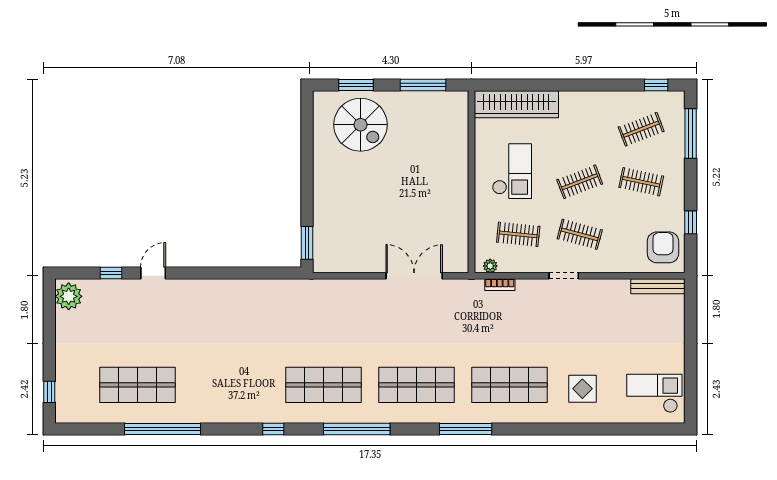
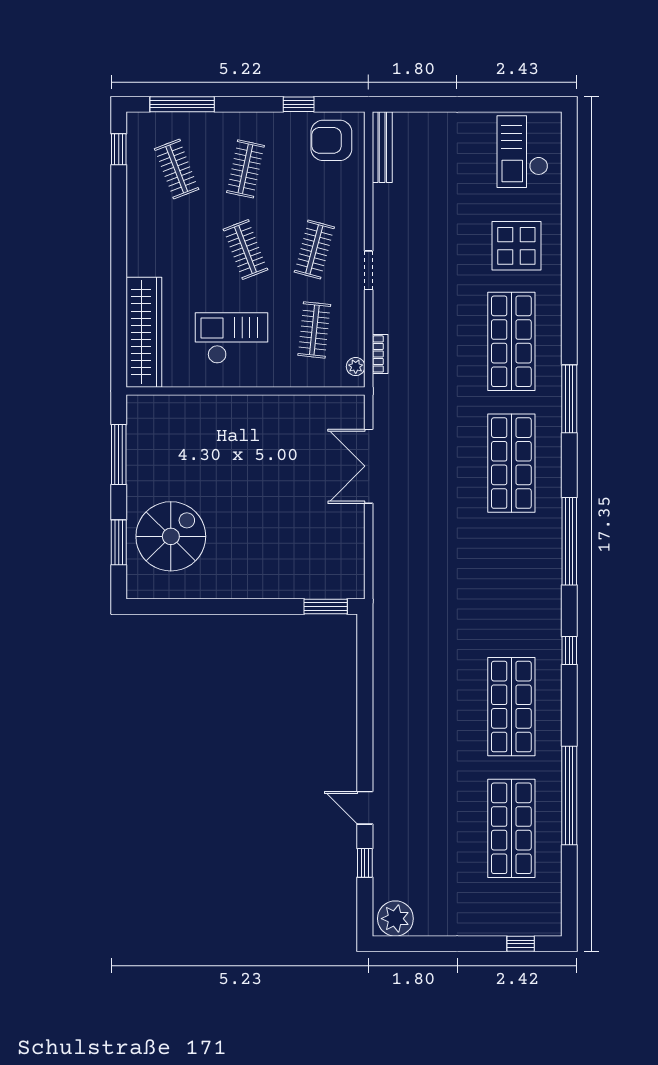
shop shelf: (323, 385) -> (511, 707), moved
display table: (582, 389) -> (516, 246), width x1.36, depth x1.36

